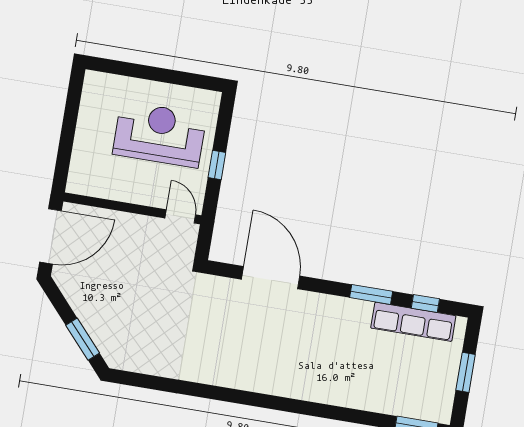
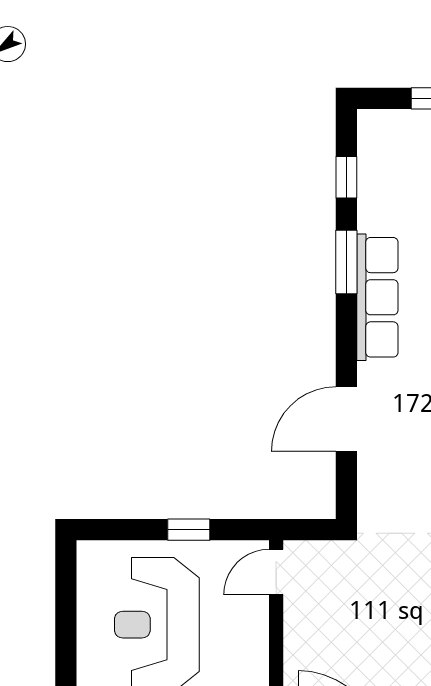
door: (271, 278) -> (346, 419), width x0.73
row of seats: (413, 322) -> (377, 297), moved

